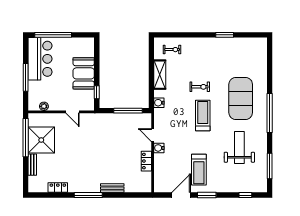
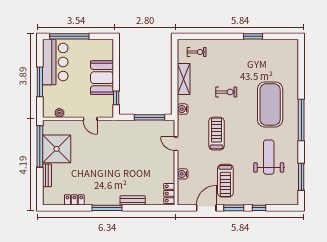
treadmill: (203, 116) -> (216, 134), moved
water cooler: (159, 148) -> (183, 174), moved
locker: (146, 161) -> (169, 193), moved
window: (245, 195) -> (259, 208), moved

